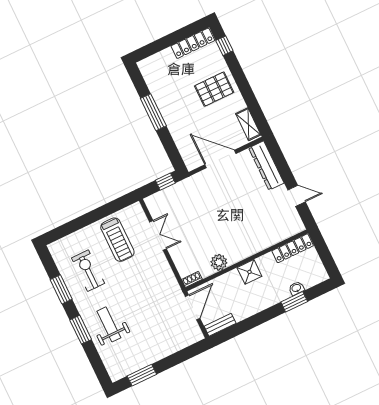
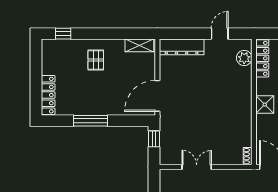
locker: (193, 43) -> (48, 95), moved
pallet: (214, 89) -> (96, 60), width x0.67, depth x0.71
door: (220, 159) -> (157, 96), moved
plant: (219, 262) -> (244, 58), moved

